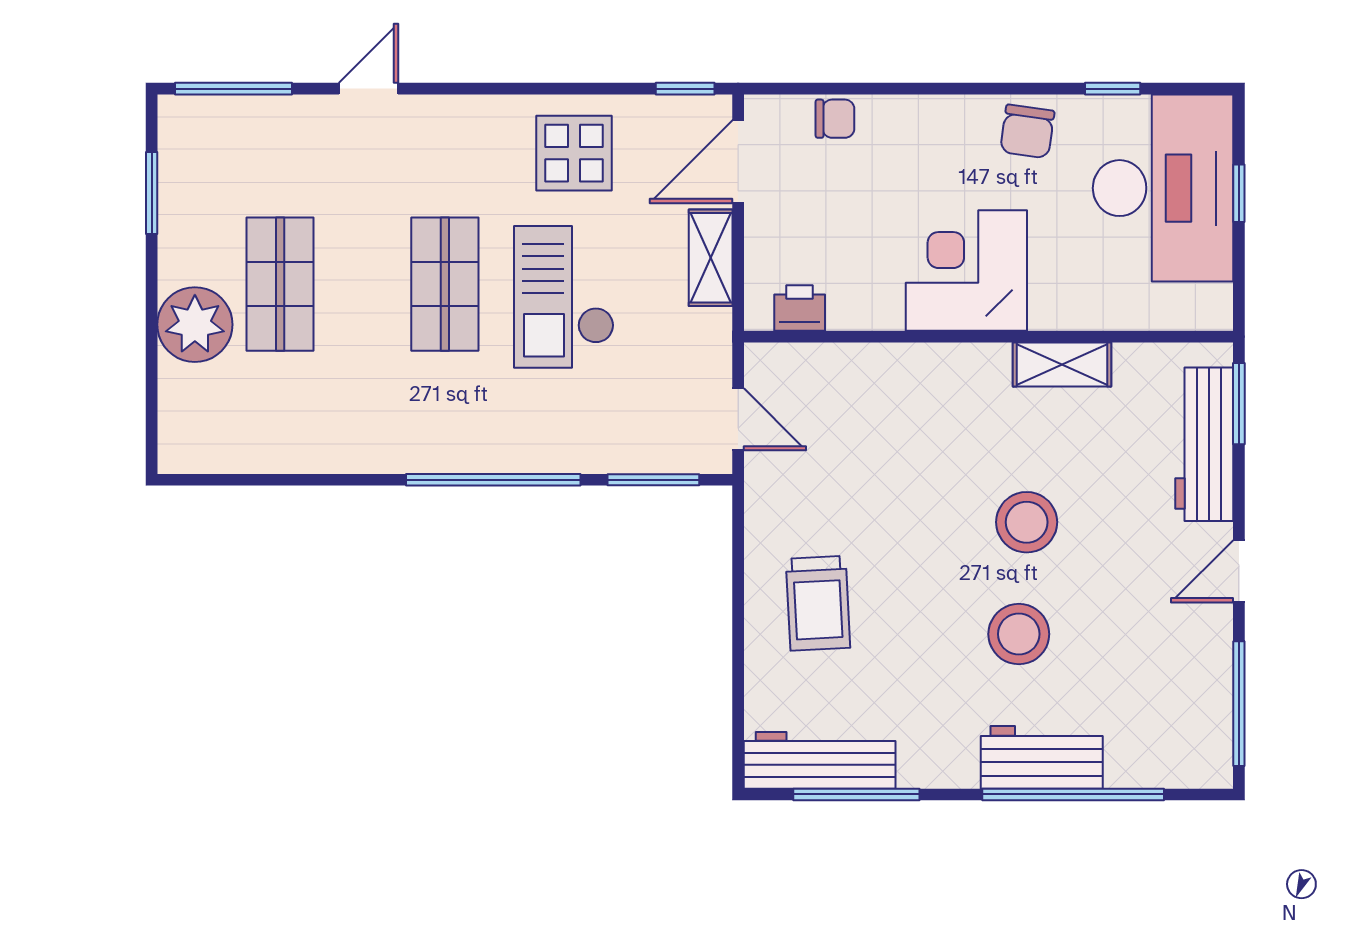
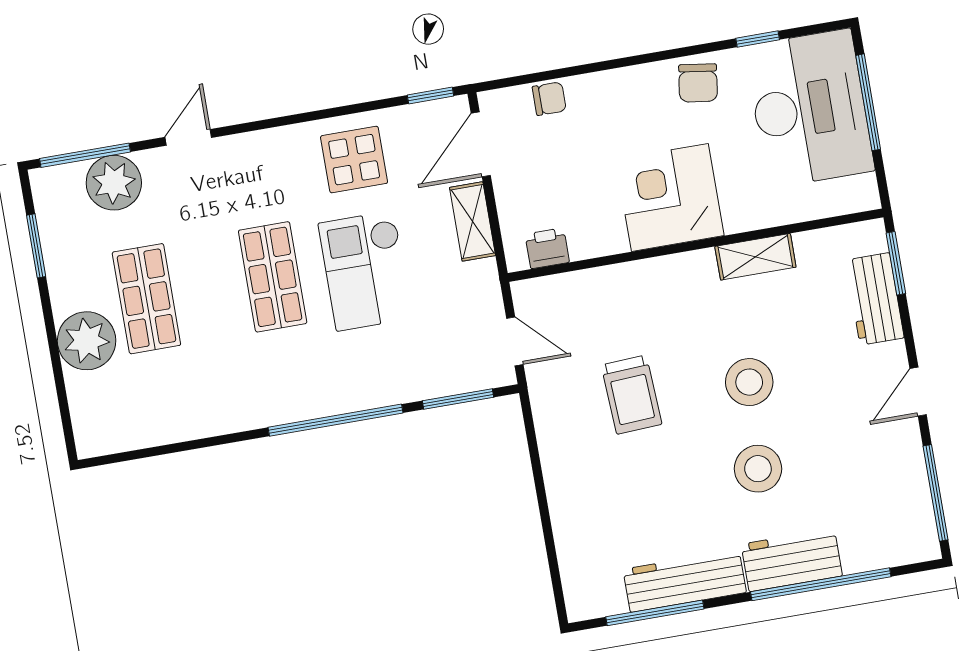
plant: (264, 130) -> (114, 183), added
window: (1239, 193) -> (868, 102), width x2.17
workbench: (1204, 444) -> (875, 299), width x0.73
trolley: (818, 603) -> (632, 395), moved
workbench: (820, 760) -> (685, 581), moved

